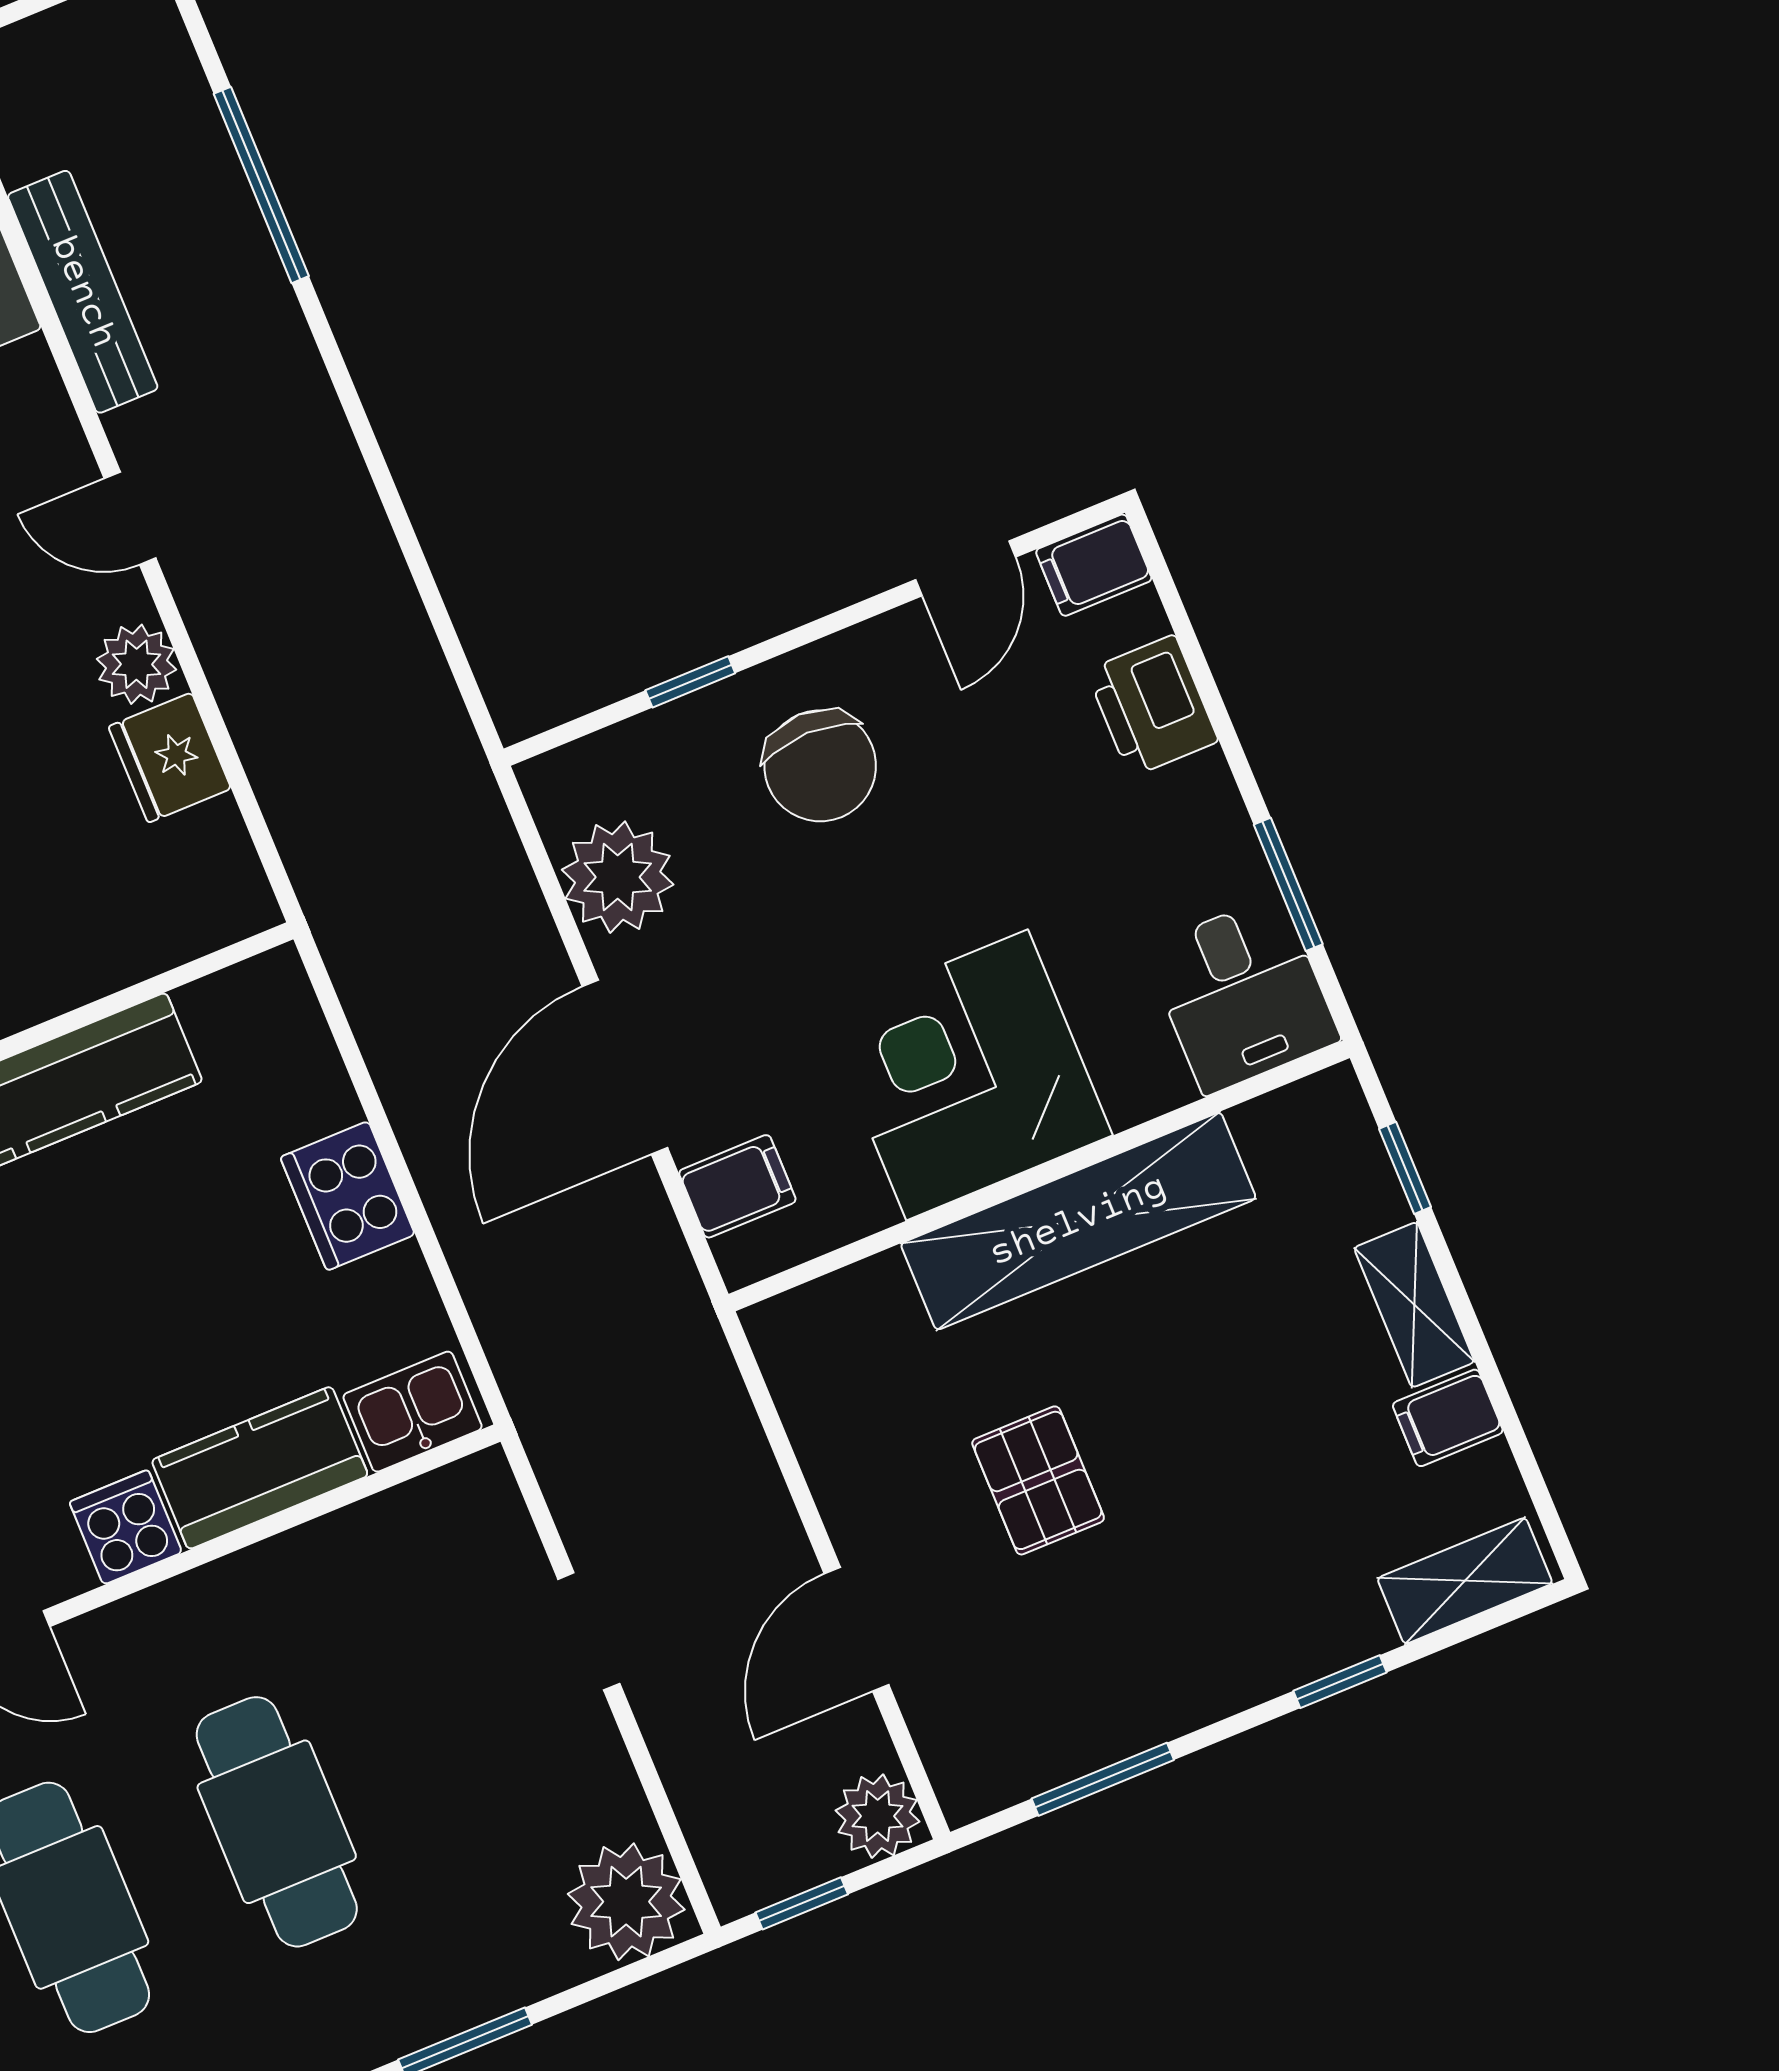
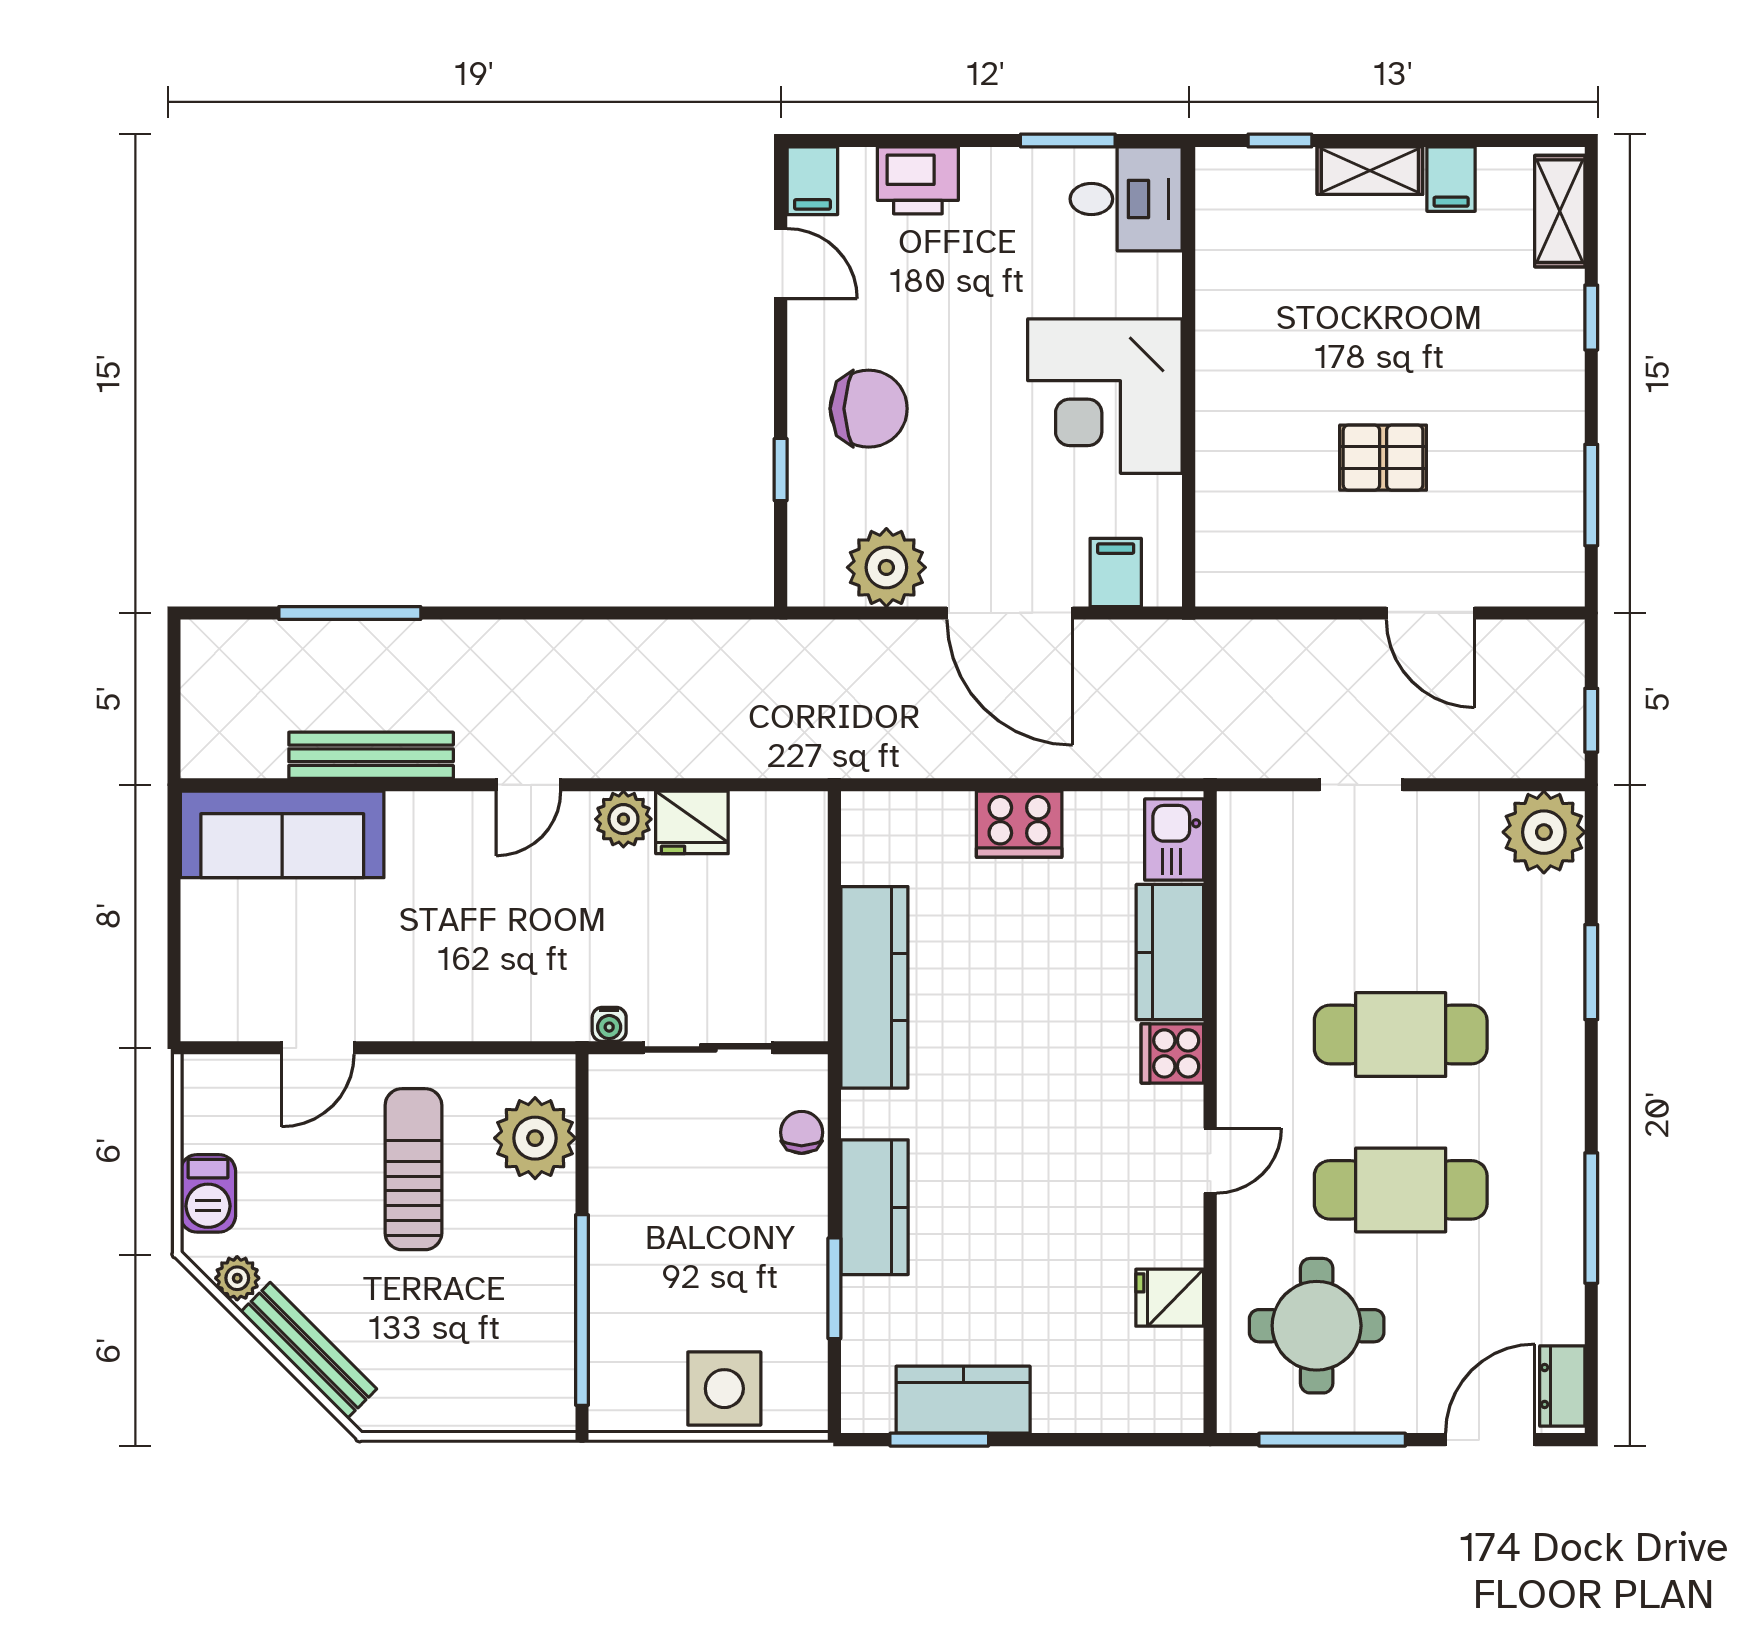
shelving: (1078, 1221) -> (1228, 364), removed
plant: (878, 1816) -> (1555, 649), removed

